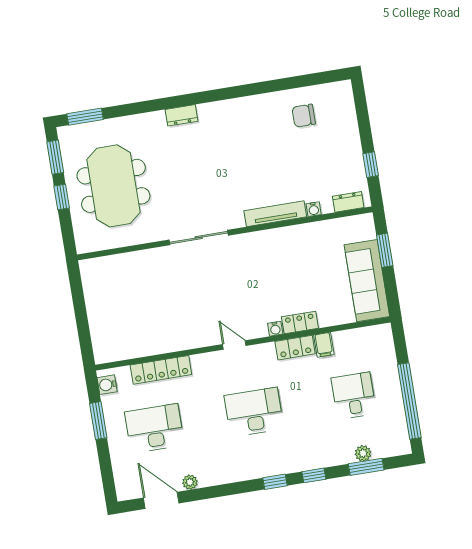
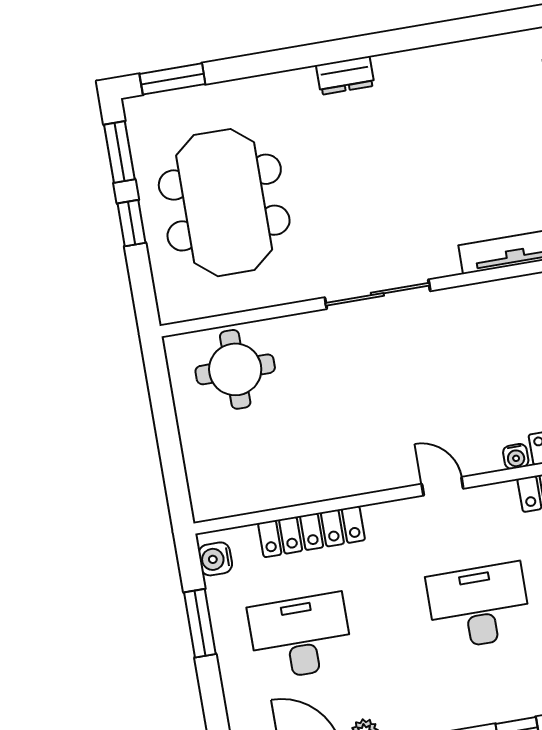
round table: (119, 279) -> (235, 369), added

